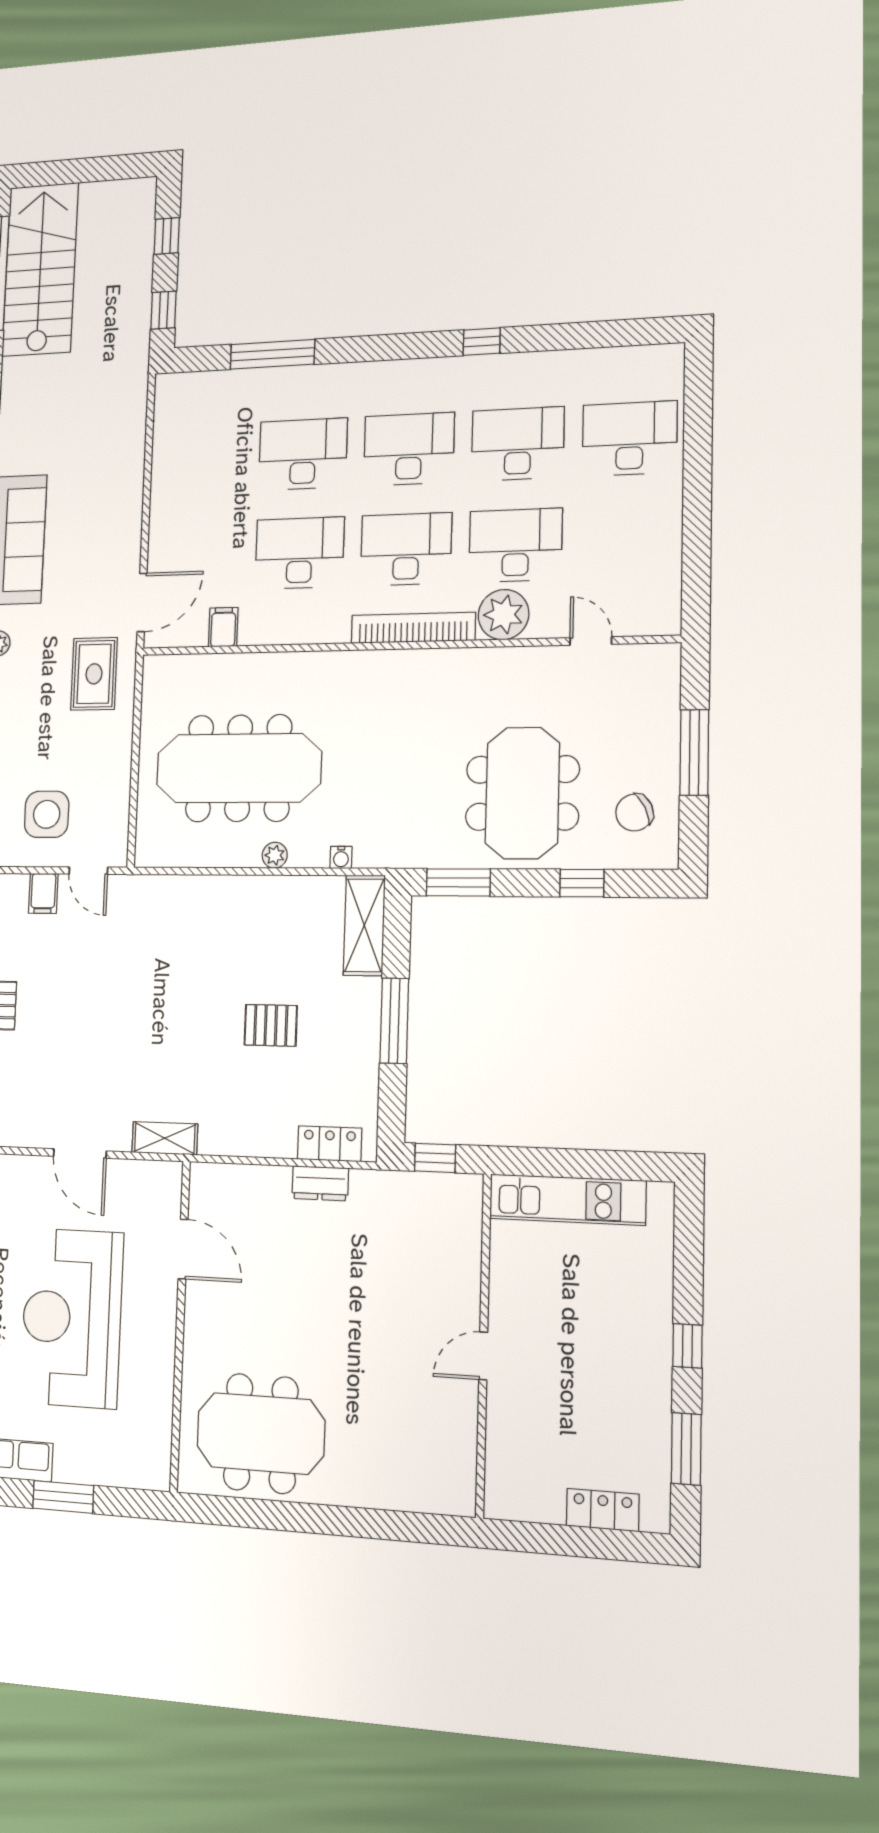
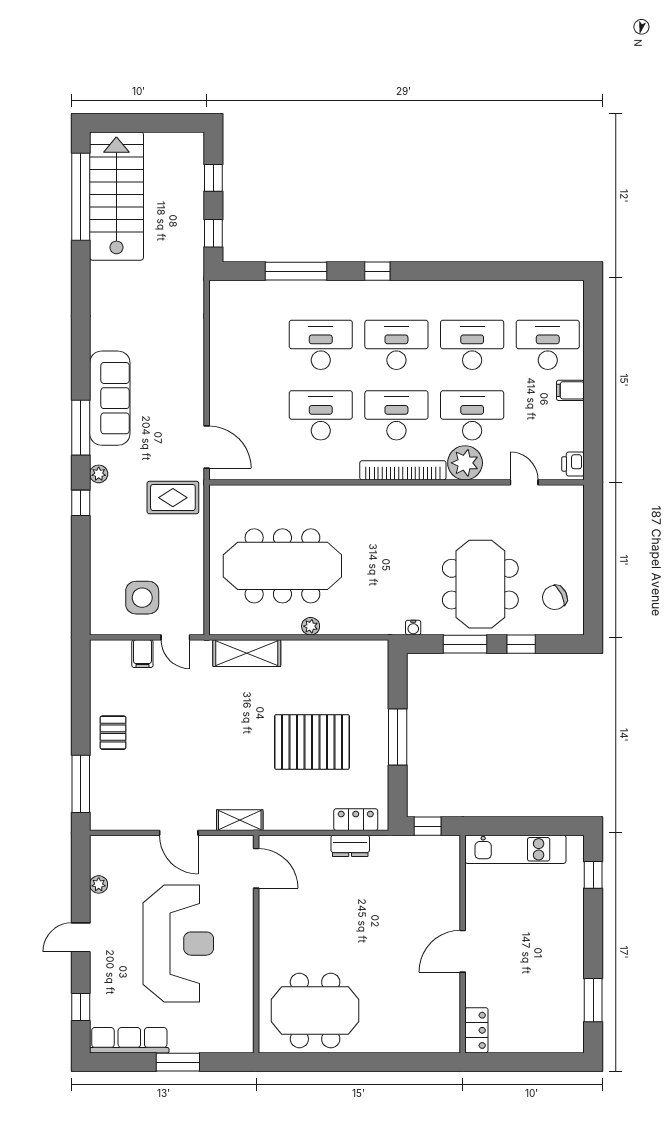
window: (482, 342) -> (377, 271), moved
door: (142, 602) -> (207, 447), hinge flipped
printer: (665, 612) -> (573, 464), added
filing cabinet: (223, 627) -> (570, 390), moved, turned -90
rug: (94, 674) -> (173, 498), turned 90
window: (694, 752) -> (593, 558), removed
water cooler: (341, 857) -> (413, 628), moved
window: (458, 882) -> (465, 644), moved
shelving: (364, 925) -> (247, 653), moved, turned 90
pallet: (271, 1025) -> (312, 742), width x2.05, depth x2.00
door: (183, 1249) -> (256, 868), moved
reception desk: (72, 1318) -> (178, 944), turned 180
window: (687, 1346) -> (593, 875), moved
door: (483, 1356) -> (463, 951), width x1.38
locker: (603, 1510) -> (476, 1030), moved, turned 90

